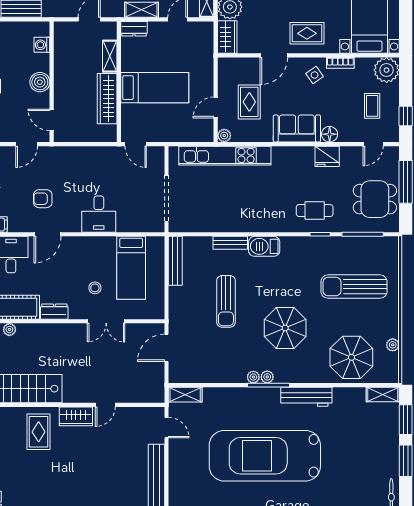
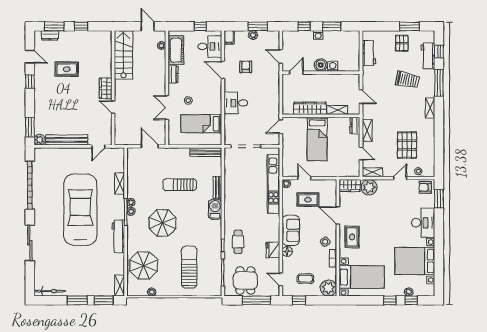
washing machine: (42, 45) -> (333, 66), moved
shelving: (185, 395) -> (120, 183), moved
rug: (39, 432) -> (67, 69), moved

